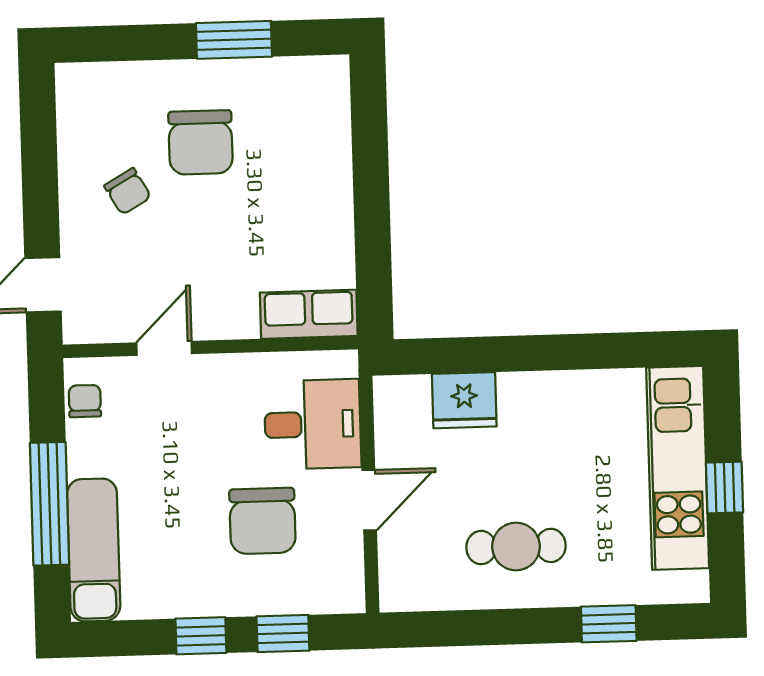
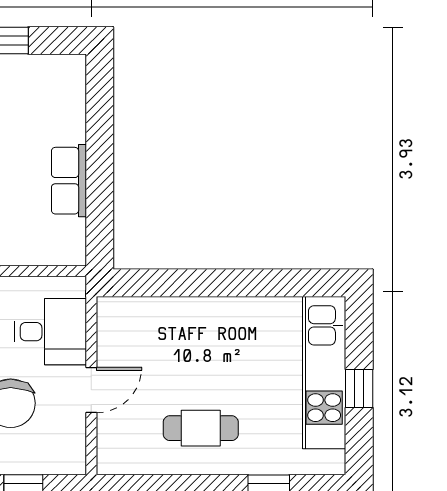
row of seats: (309, 314) -> (69, 181), moved, turned -90
fridge: (464, 400) -> (165, 317), removed

